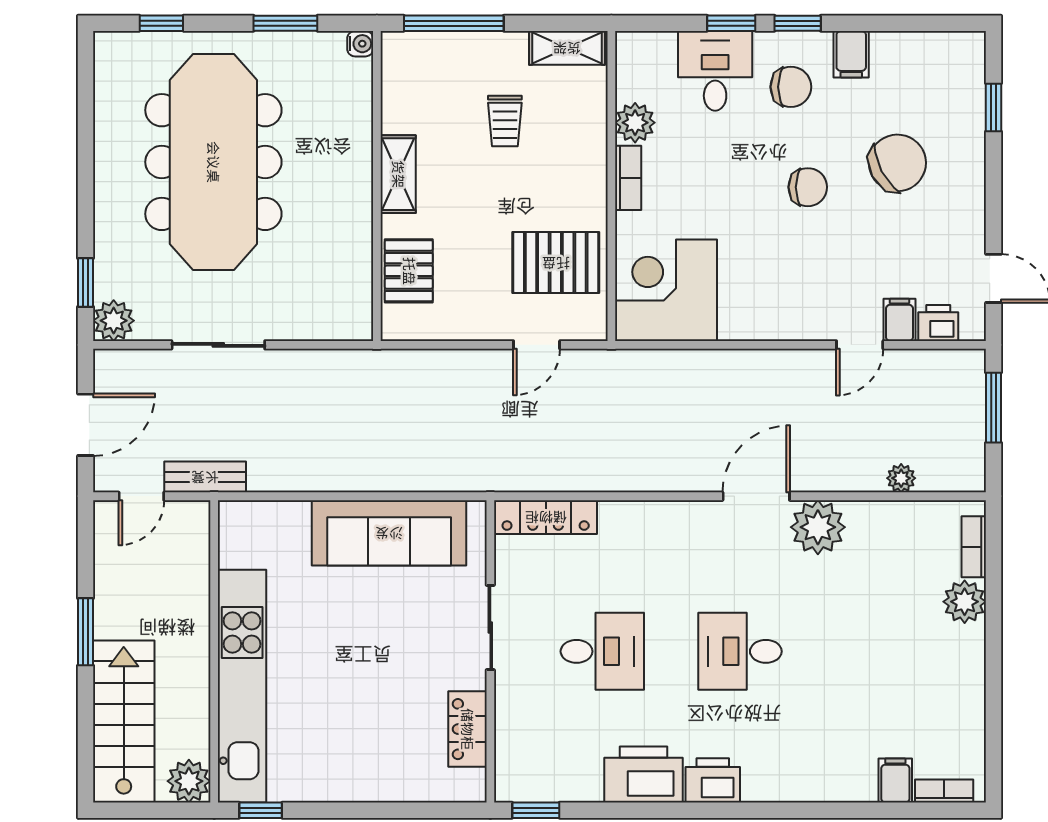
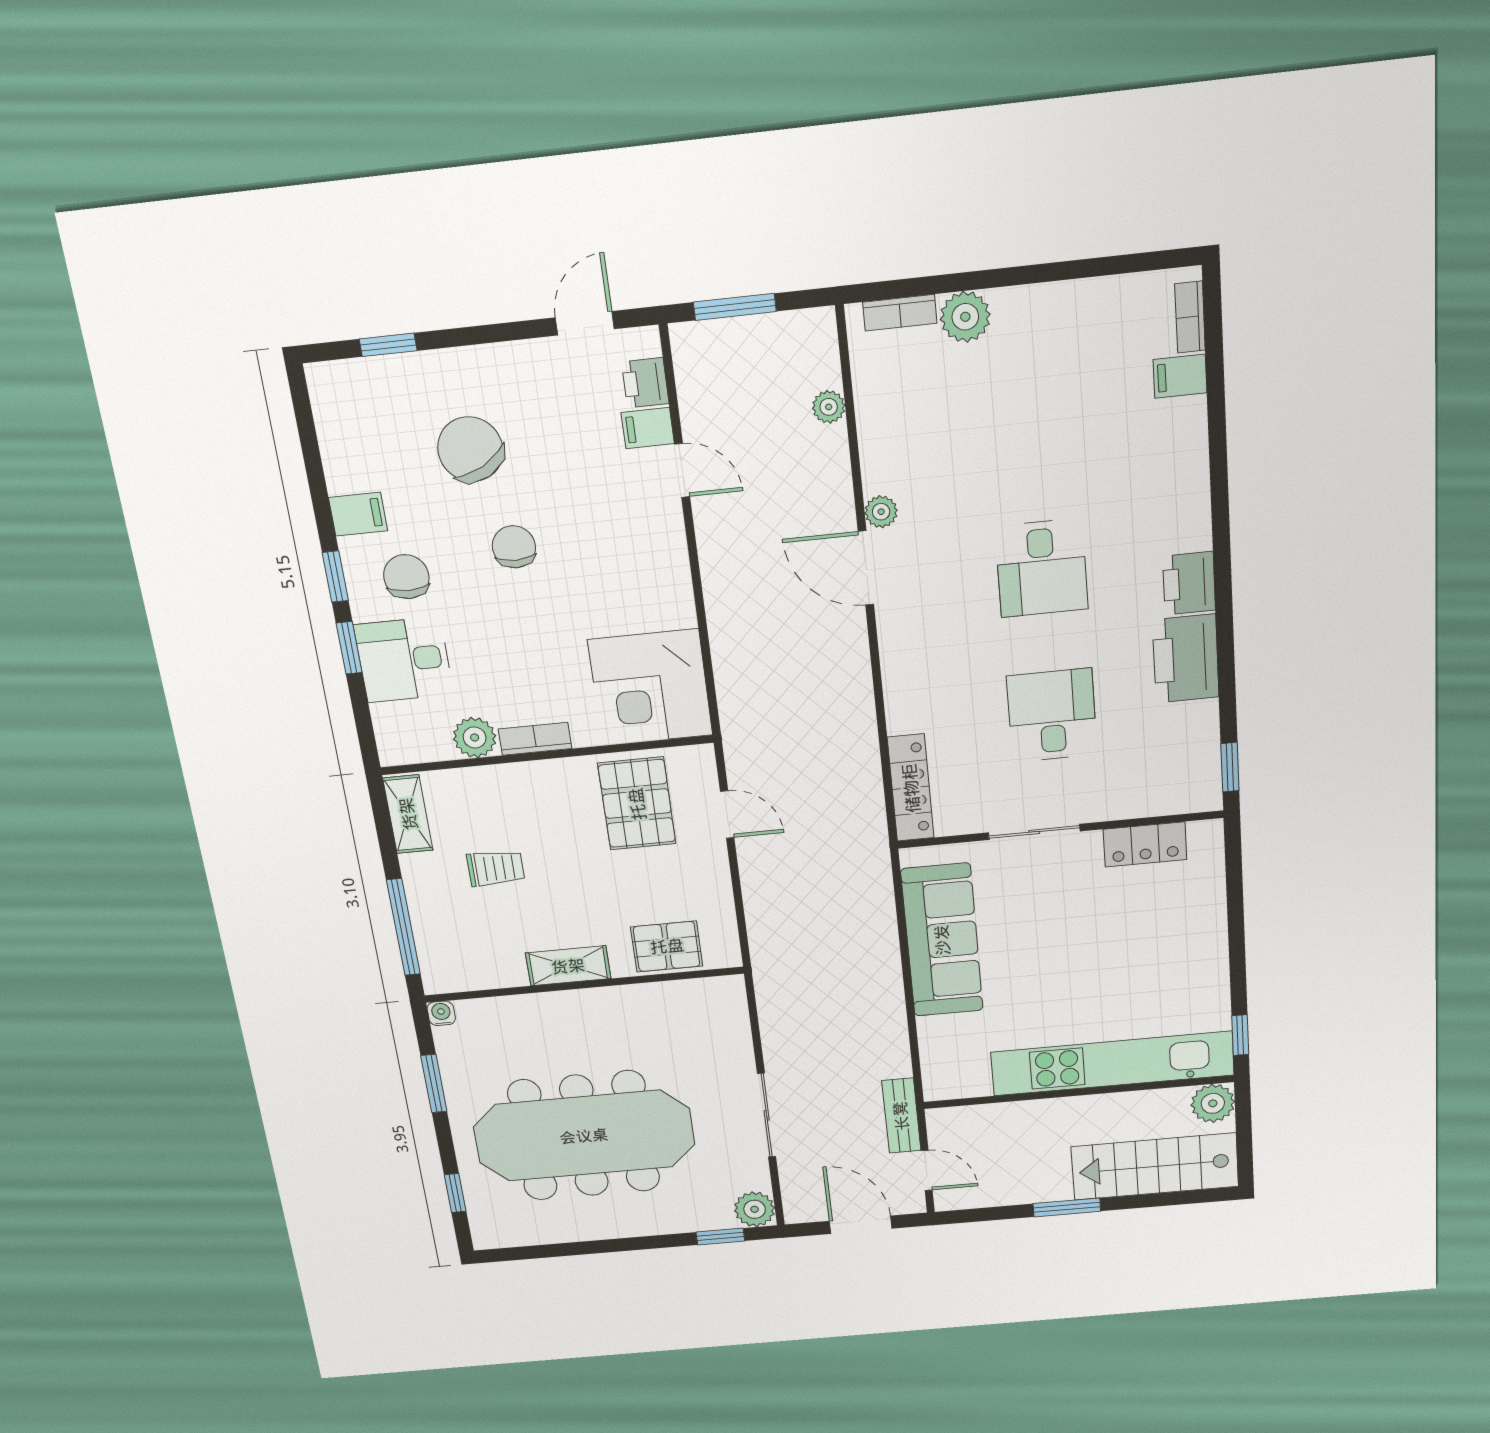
plant: (818, 527) -> (881, 512), width x0.53, depth x0.53

